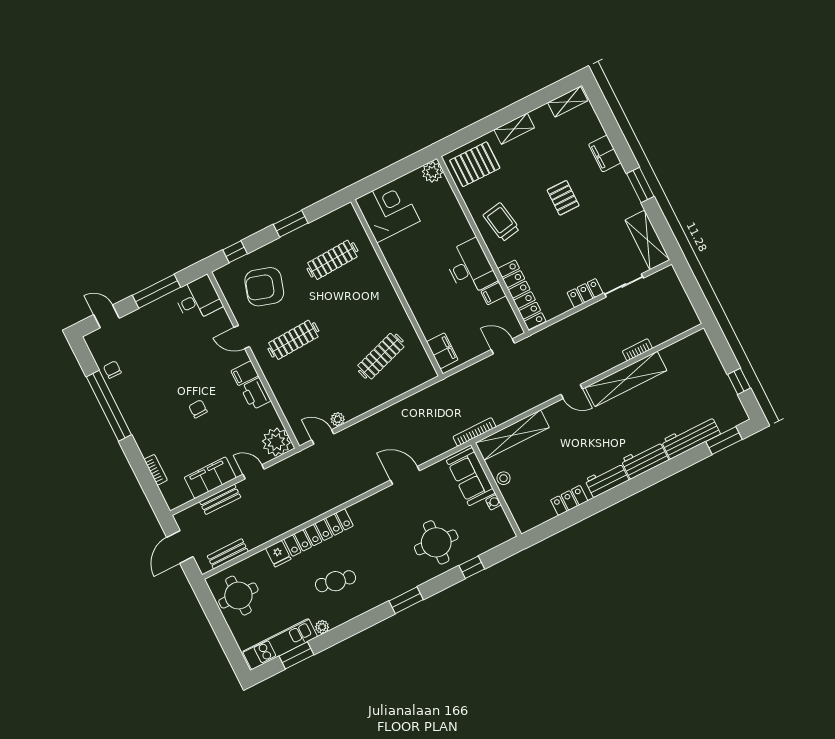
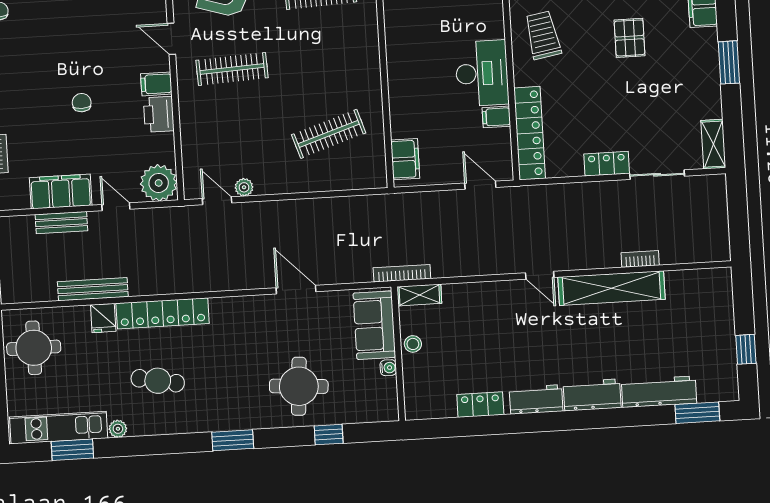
shelving: (647, 240) -> (713, 144), width x0.67, depth x0.75
shelving: (512, 435) -> (419, 295), width x0.45, depth x0.75
bench: (228, 554) -> (93, 289), moved, width x1.36

